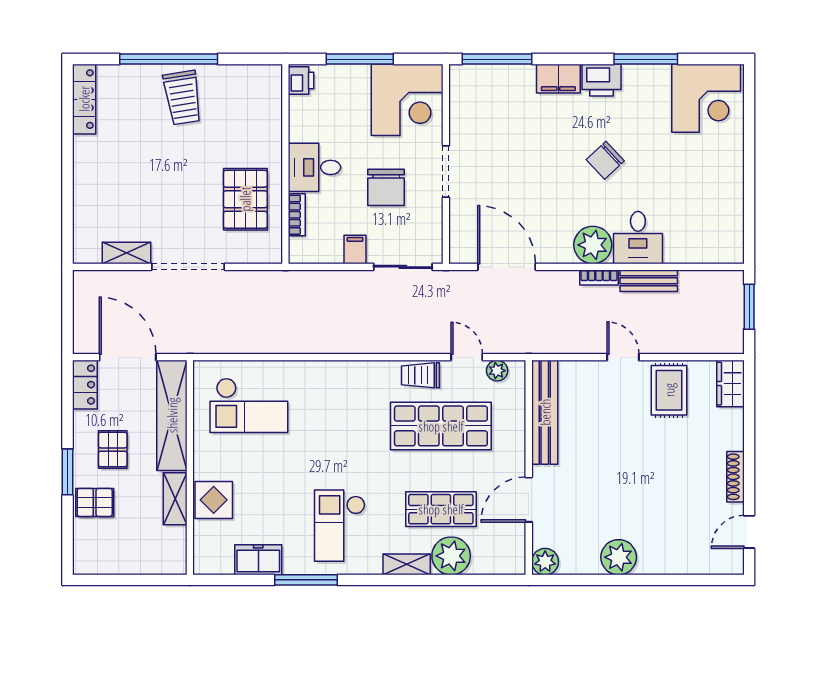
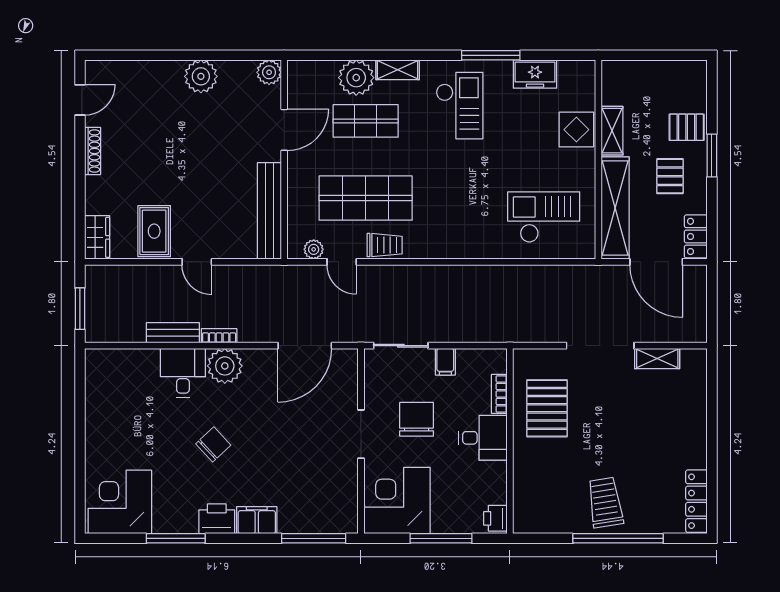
door: (507, 267) -> (305, 346), hinge flipped

